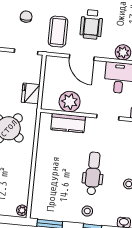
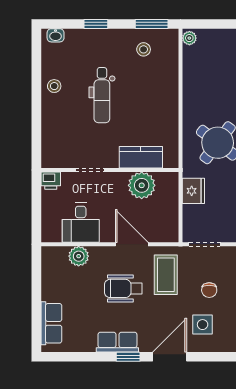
wheelchair: (91, 24) -> (123, 288), turned -90
stool: (87, 211) -> (144, 49), moved

